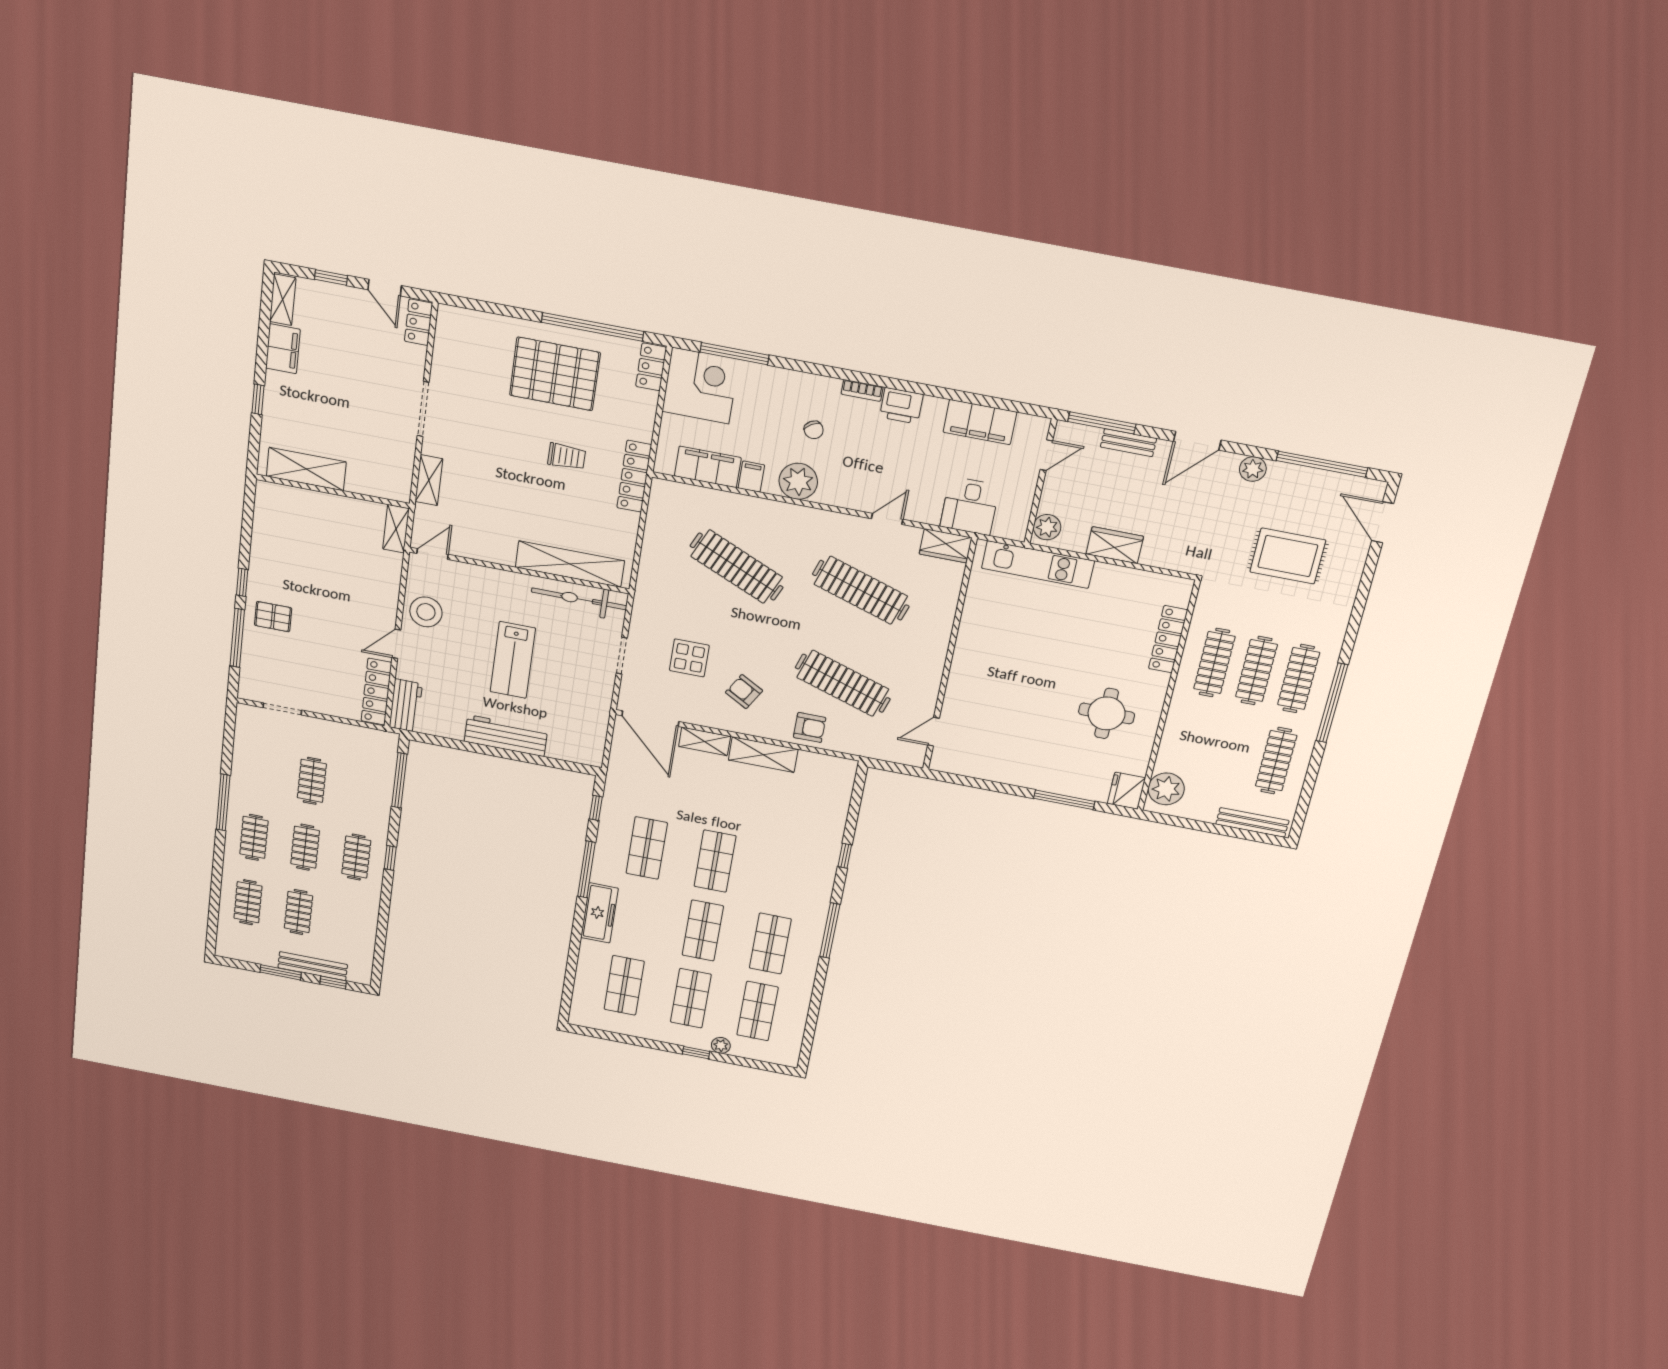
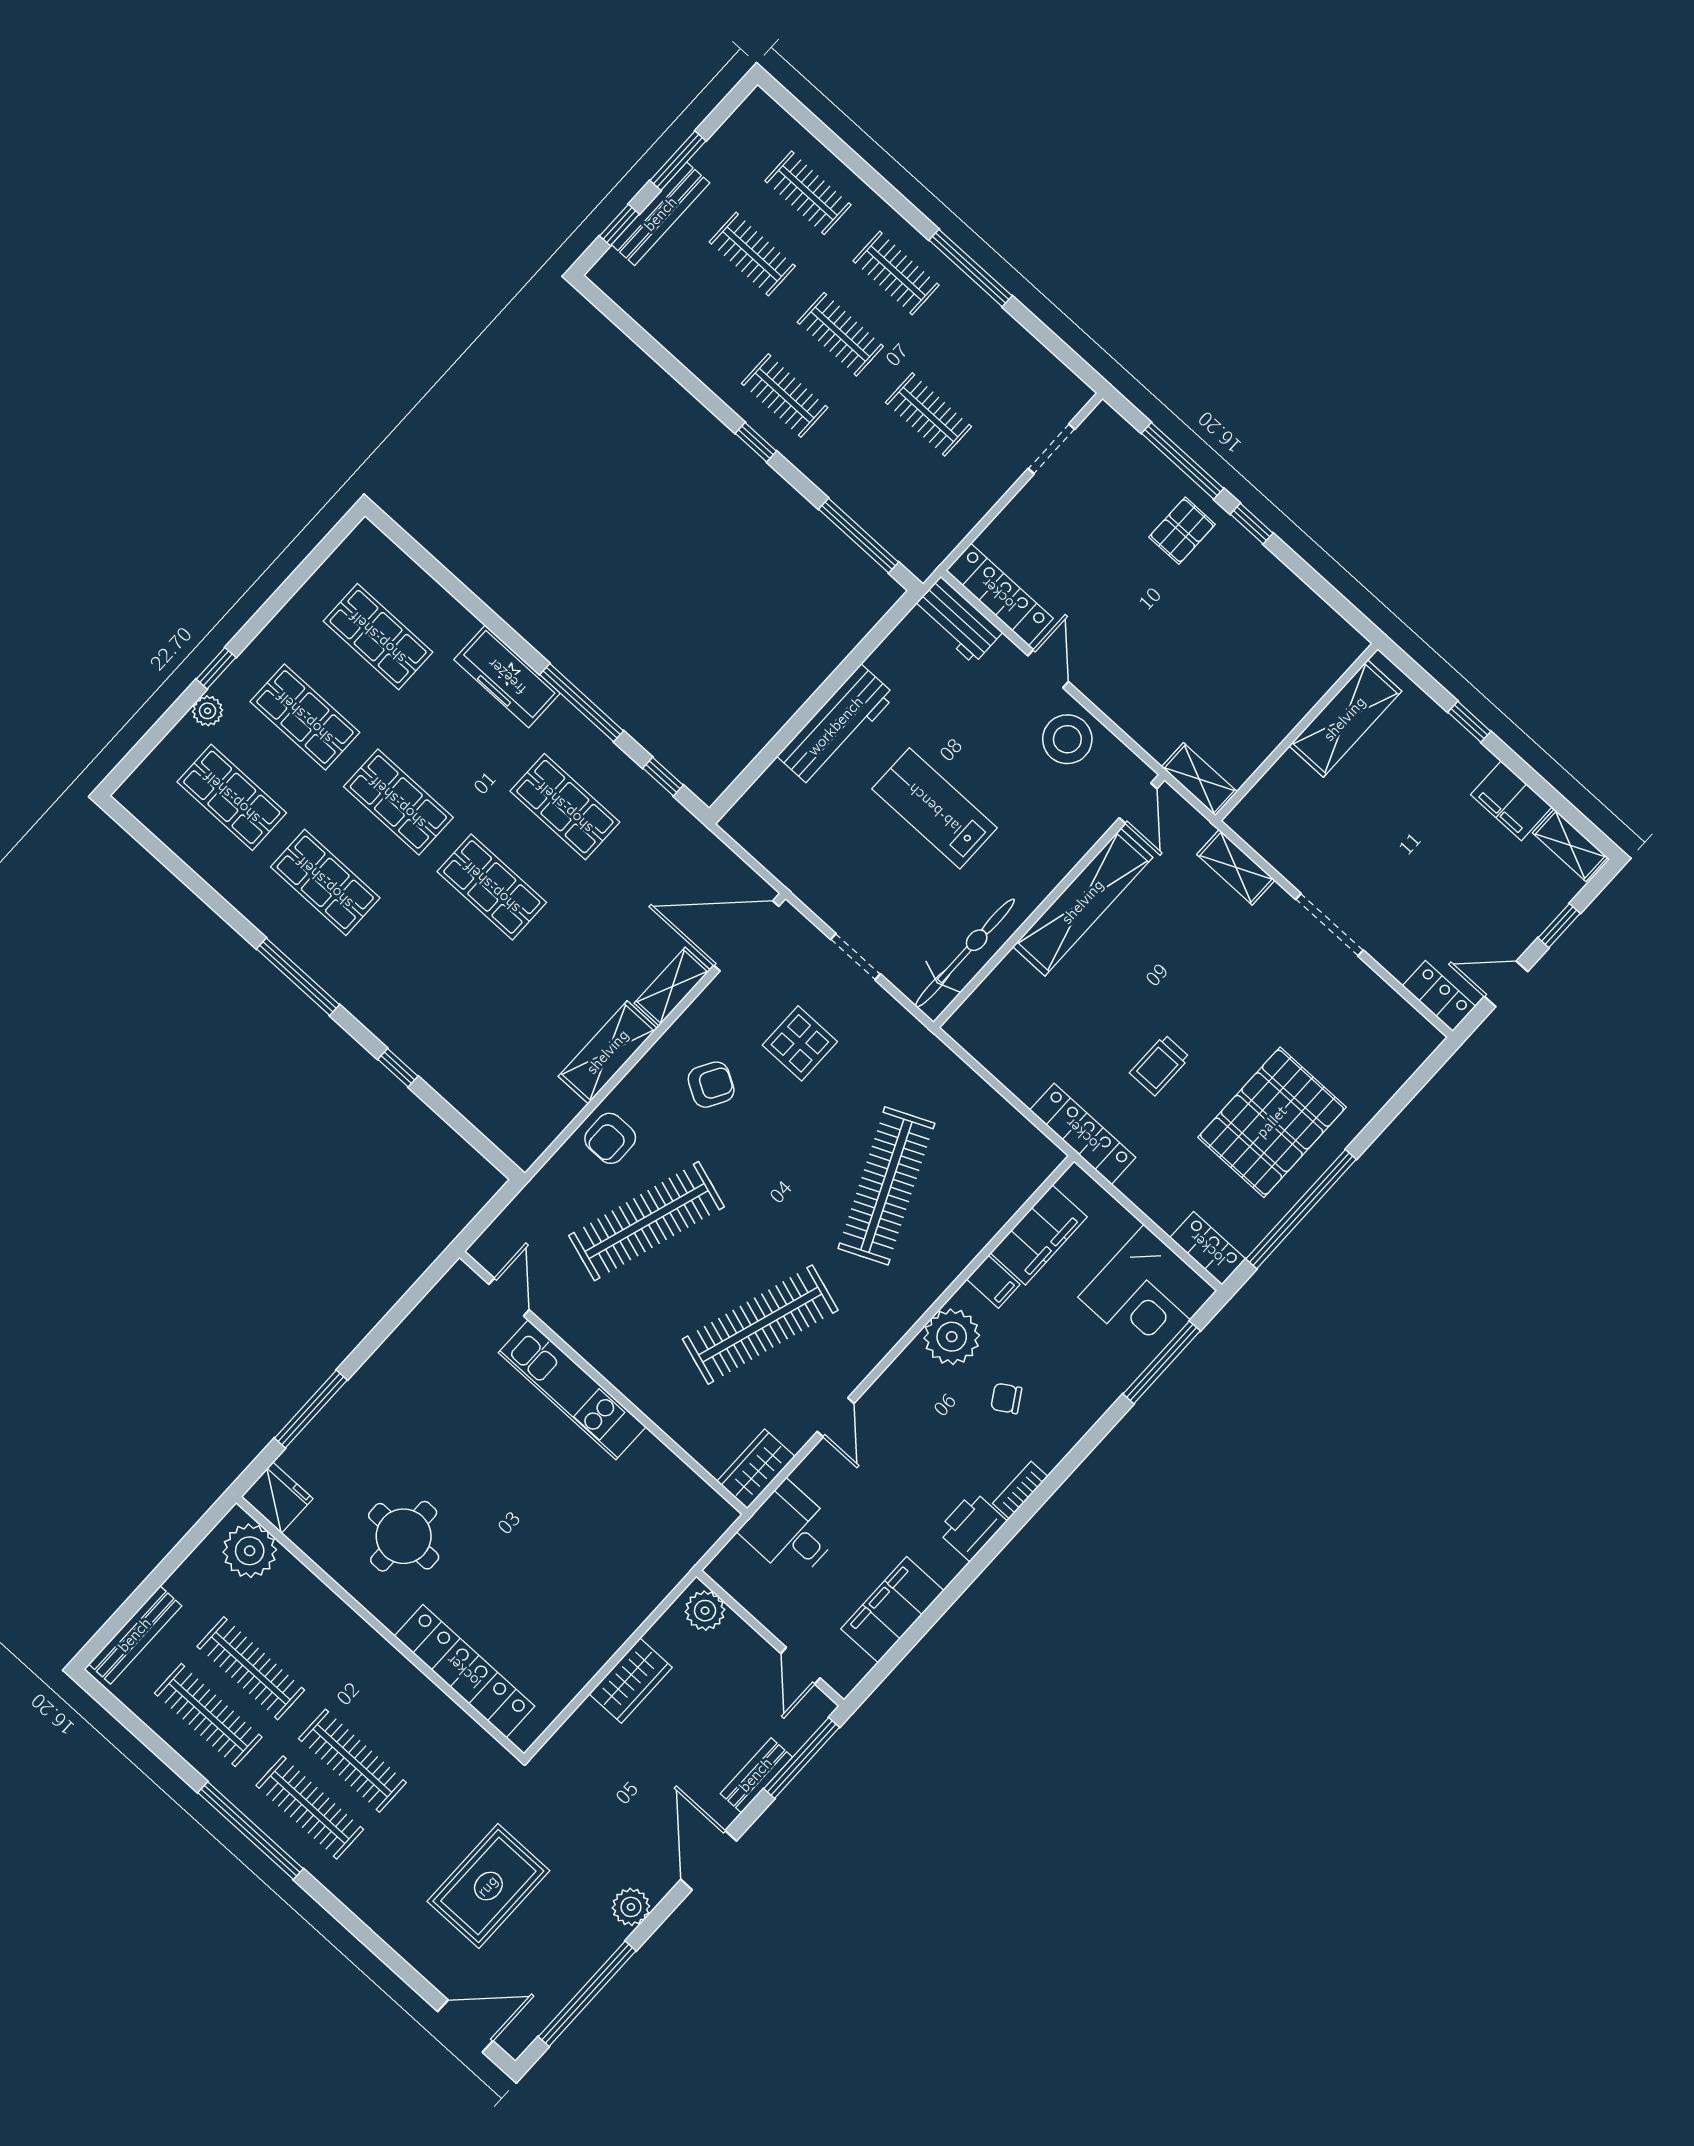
shelving: (570, 564) -> (1083, 902), moved
kitchen unit: (1038, 564) -> (572, 1390), moved, turned -90
clothes rail: (737, 567) -> (886, 1186), turned -48
locker: (1168, 639) -> (464, 1671), width x1.41, depth x1.21
clothes rail: (1214, 663) -> (251, 1668), moved

